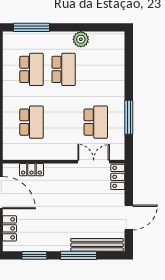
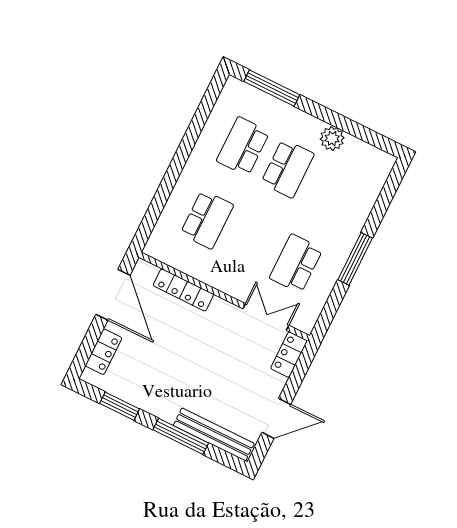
school desk: (31, 69) -> (243, 146), turned 180
window: (129, 117) -> (355, 259), moved
school desk: (96, 122) -> (296, 264), turned 180
locker: (31, 170) -> (183, 290), width x1.53

